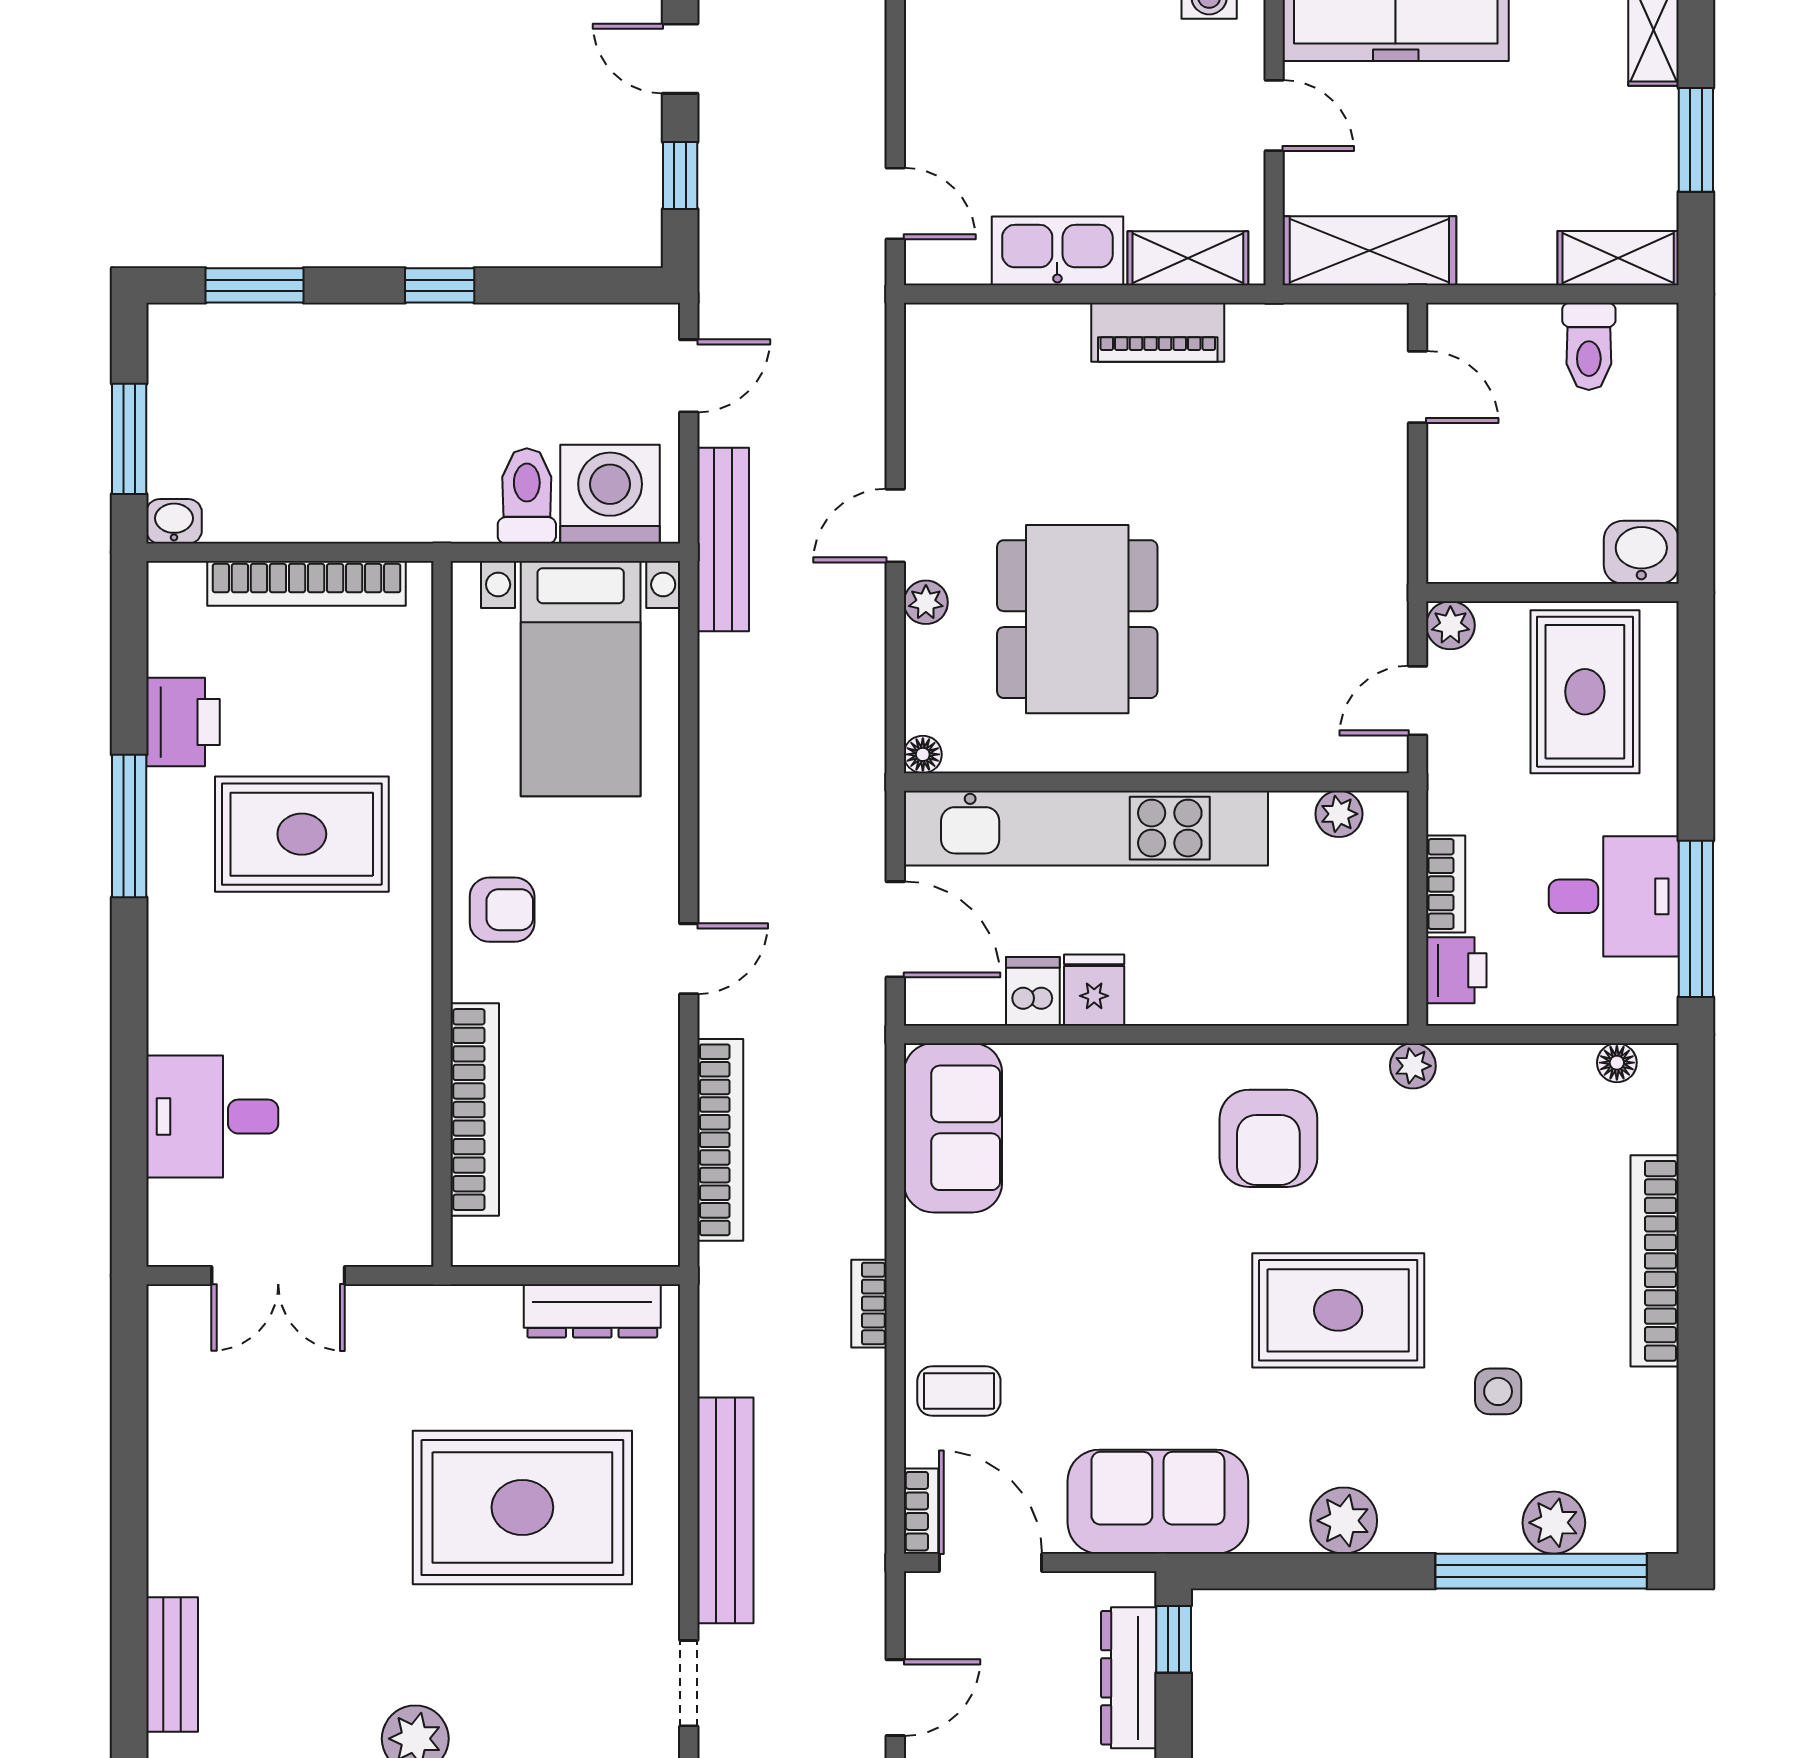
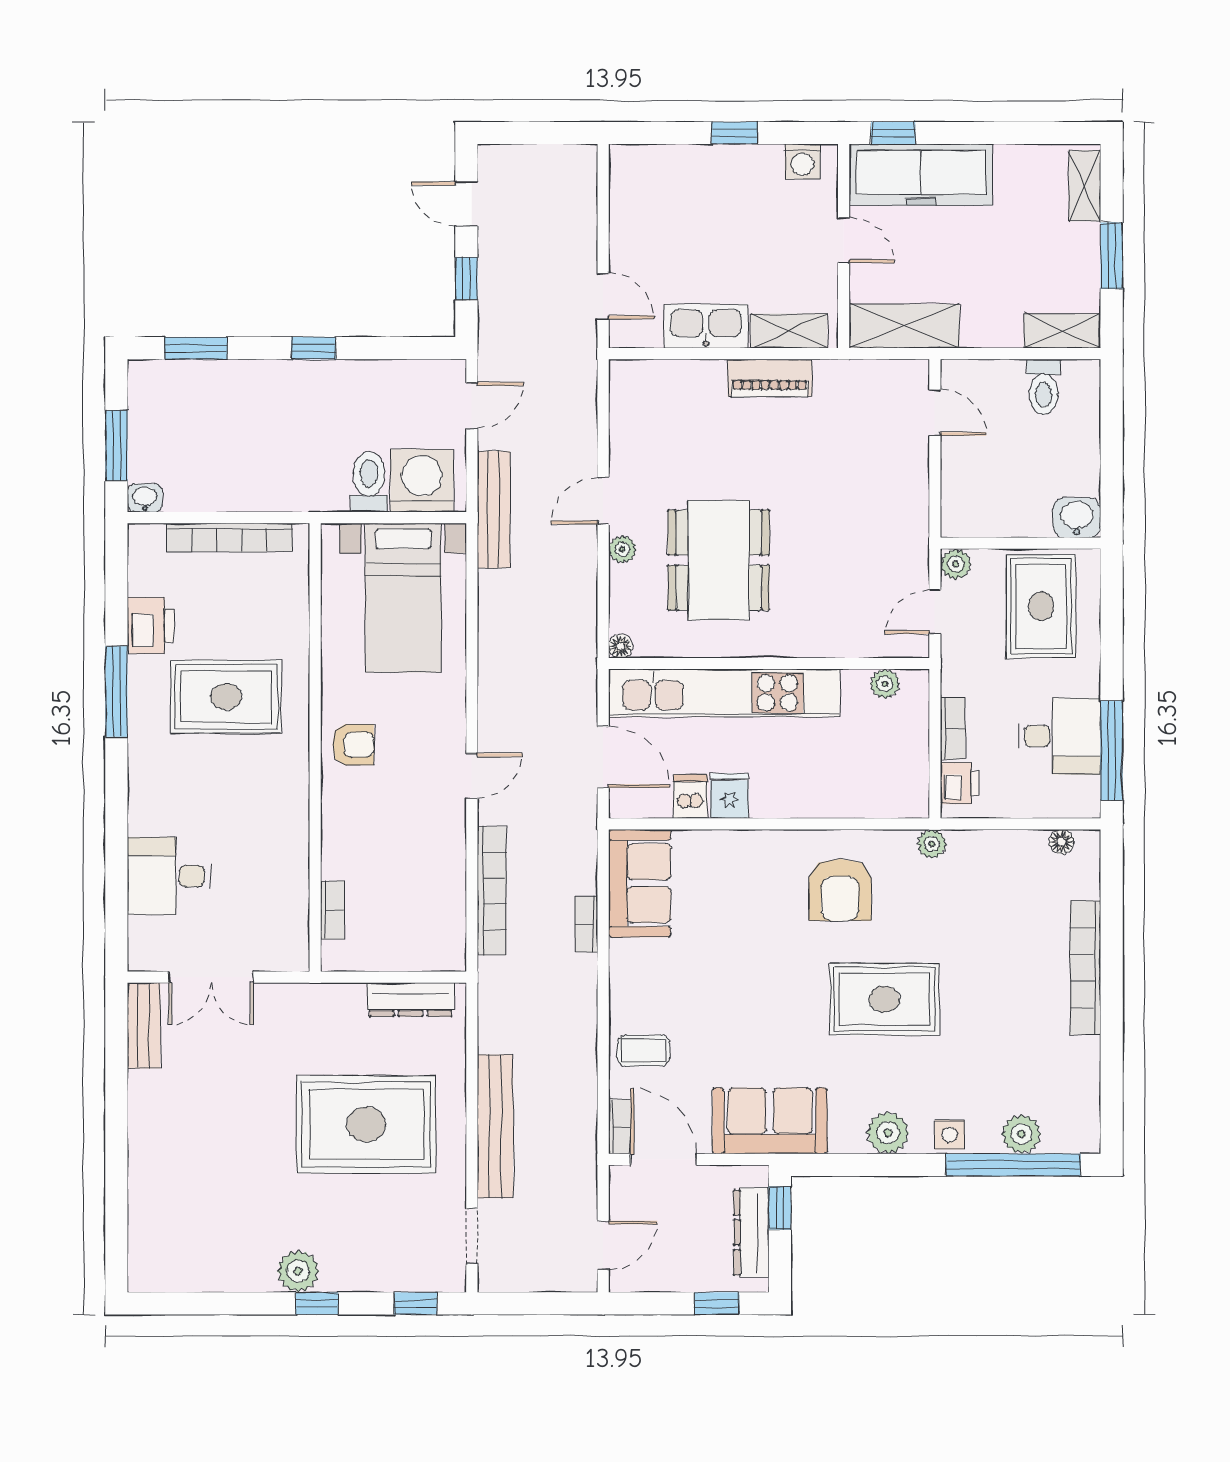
bookcase: (475, 1110) -> (332, 910), width x0.43, depth x0.76
bookcase: (869, 1304) -> (586, 924), moved
side table: (1498, 1391) -> (950, 1135), moved
bench: (172, 1664) -> (144, 1025), moved

